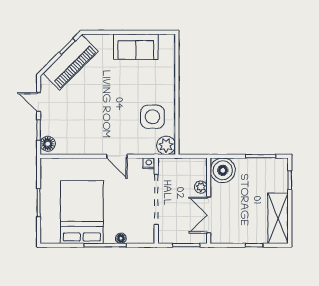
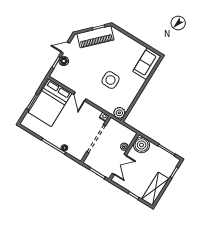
sofa: (136, 47) -> (147, 64), moved, turned 90
door: (39, 102) -> (65, 48), hinge flipped
side table: (152, 117) -> (111, 80), moved
floor lamp: (48, 144) -> (64, 61), moved
door: (117, 156) -> (80, 97), moved
bed: (82, 212) -> (50, 103), moved, turned 180
double door: (209, 215) -> (119, 164), swing flipped

